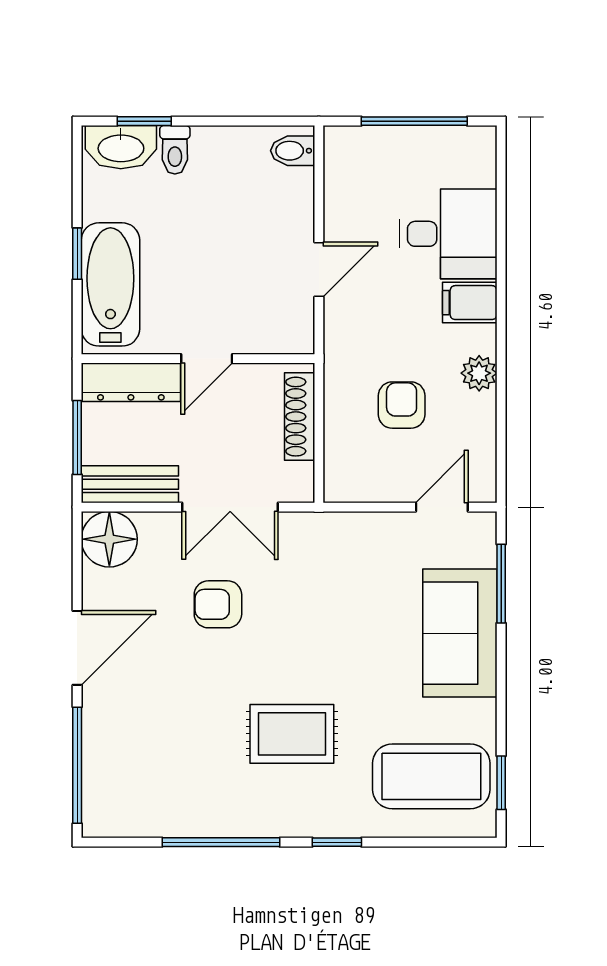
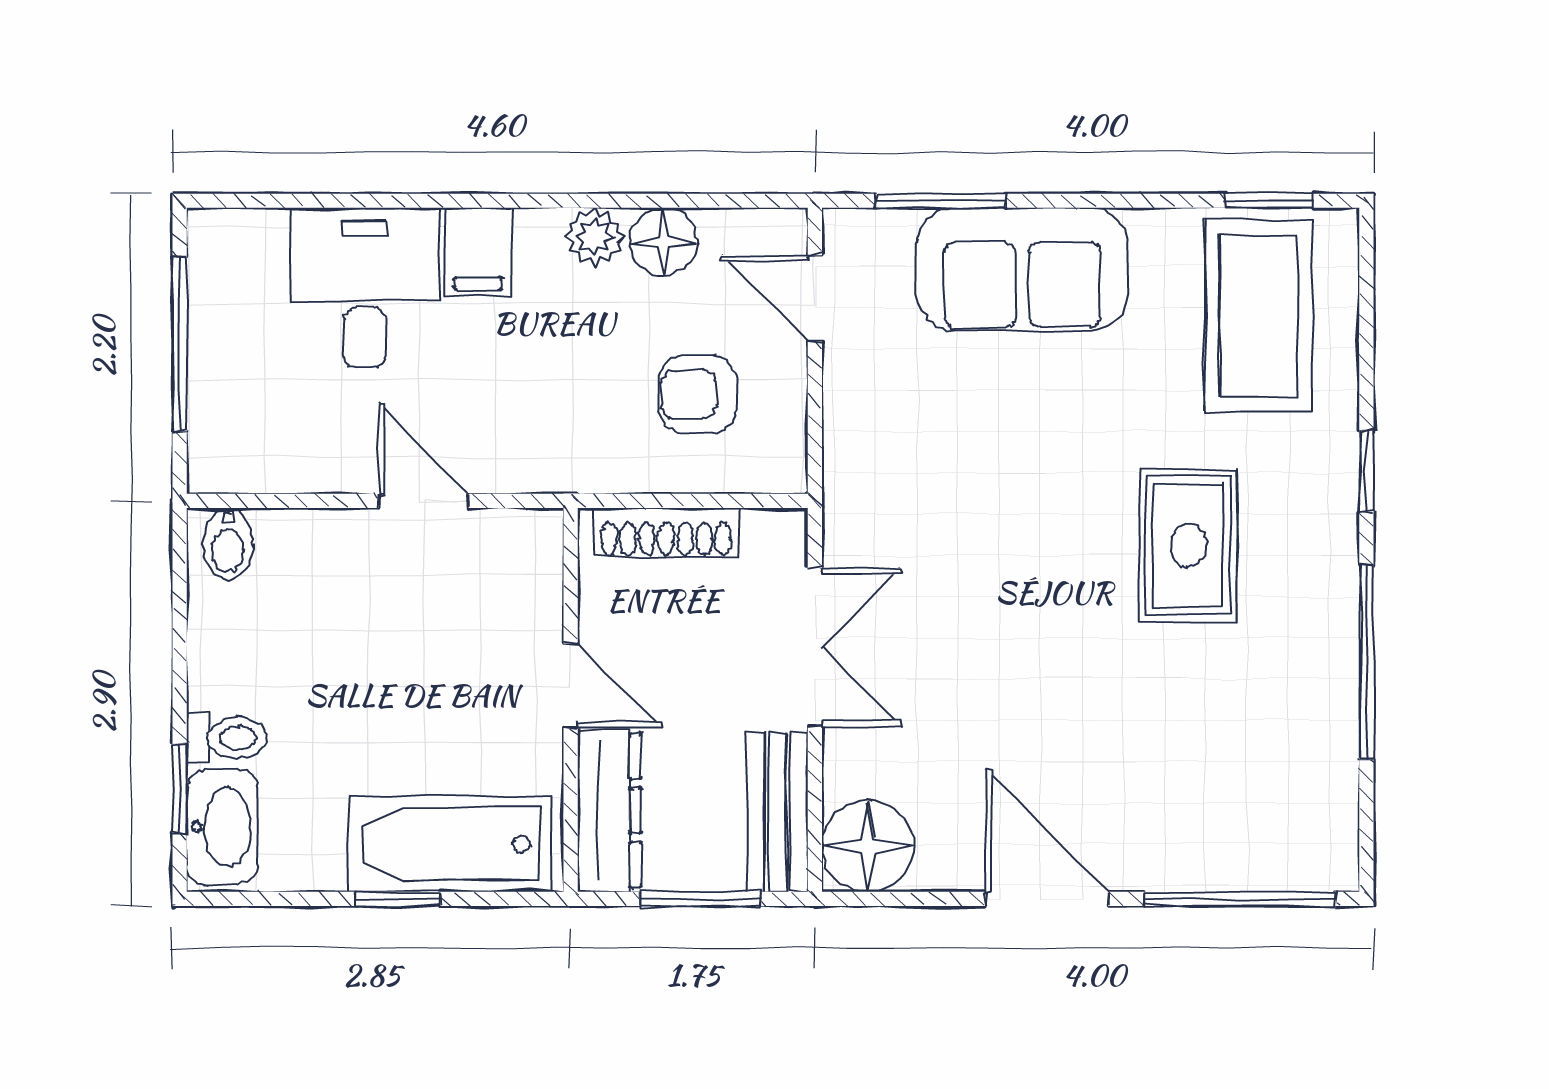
armchair: (402, 405) -> (698, 394), moved
floor lamp: (476, 415) -> (664, 242), added
armchair: (218, 604) -> (975, 667), removed

